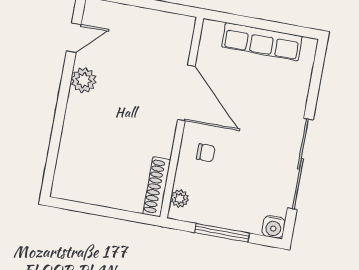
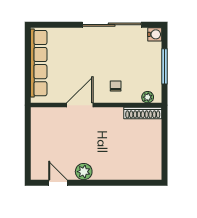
row of seats: (262, 42) -> (39, 63), width x1.36
door: (186, 93) -> (80, 105), width x0.73

